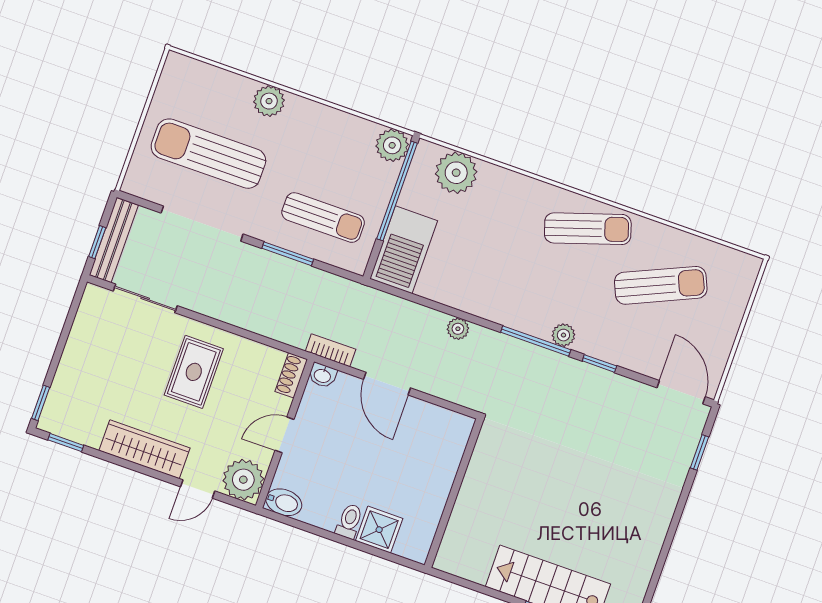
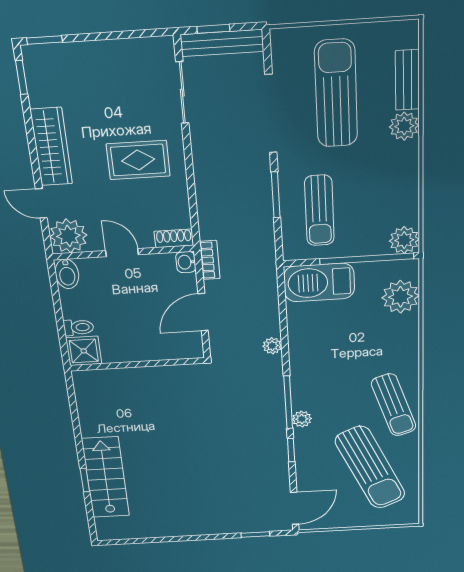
bench: (224, 81) -> (407, 80), added
sun lounger: (661, 285) -> (370, 468), width x1.36, depth x1.34
wall: (454, 493) -> (137, 364), moved

